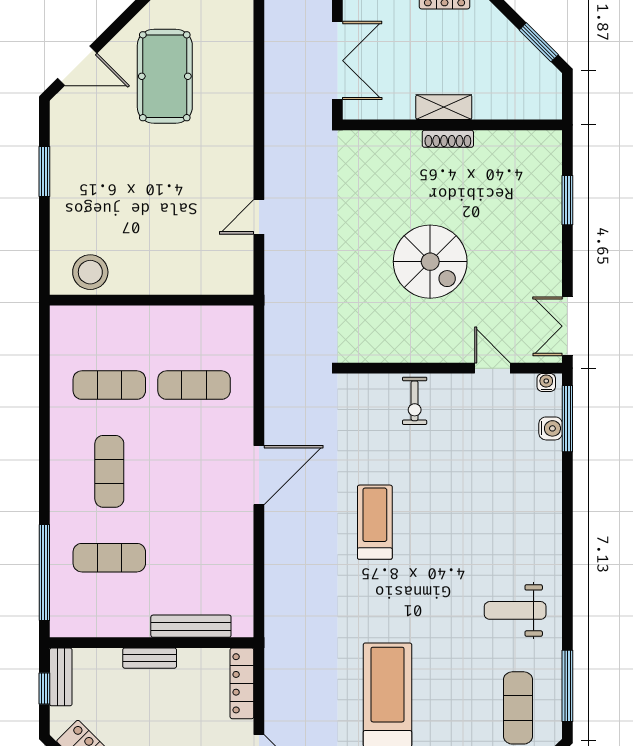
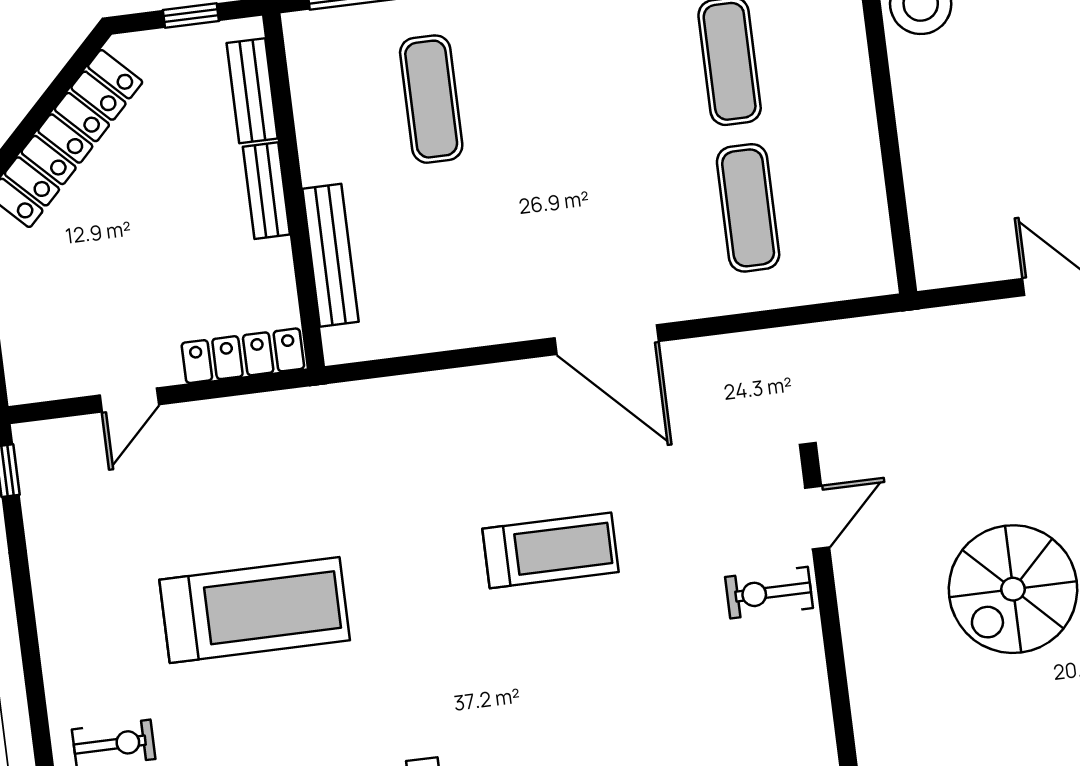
door: (492, 368) -> (817, 517), moved
exercise mat: (109, 471) -> (580, 80), removed
bench: (61, 677) -> (252, 91), moved, turned 90

